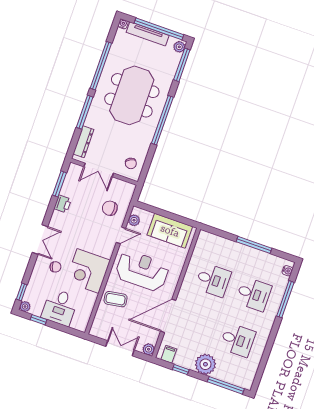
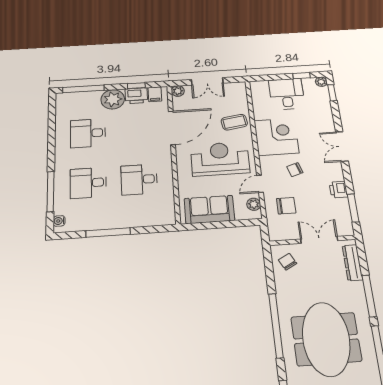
chair: (55, 267) -> (295, 170), moved
reception desk: (142, 271) -> (220, 159), turned 180
printer: (185, 359) -> (136, 96), added

